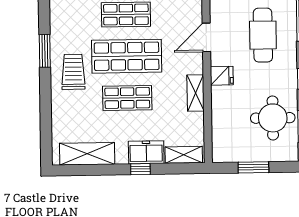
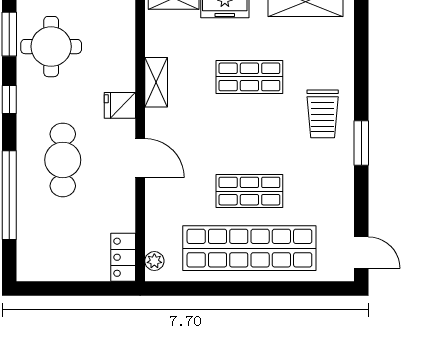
door: (206, 37) -> (140, 158), hinge flipped
shop shelf: (127, 56) -> (249, 134), removed

